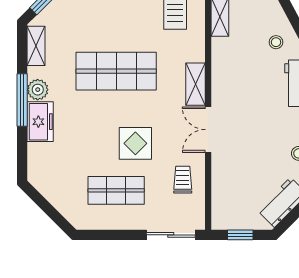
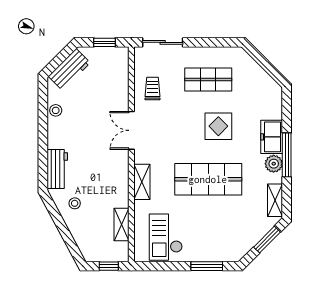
shelving: (196, 84) -> (142, 182), moved
double door: (208, 130) -> (131, 130), swing flipped
display table: (135, 143) -> (218, 126), moved
trolley: (183, 180) -> (153, 88), turned 180

